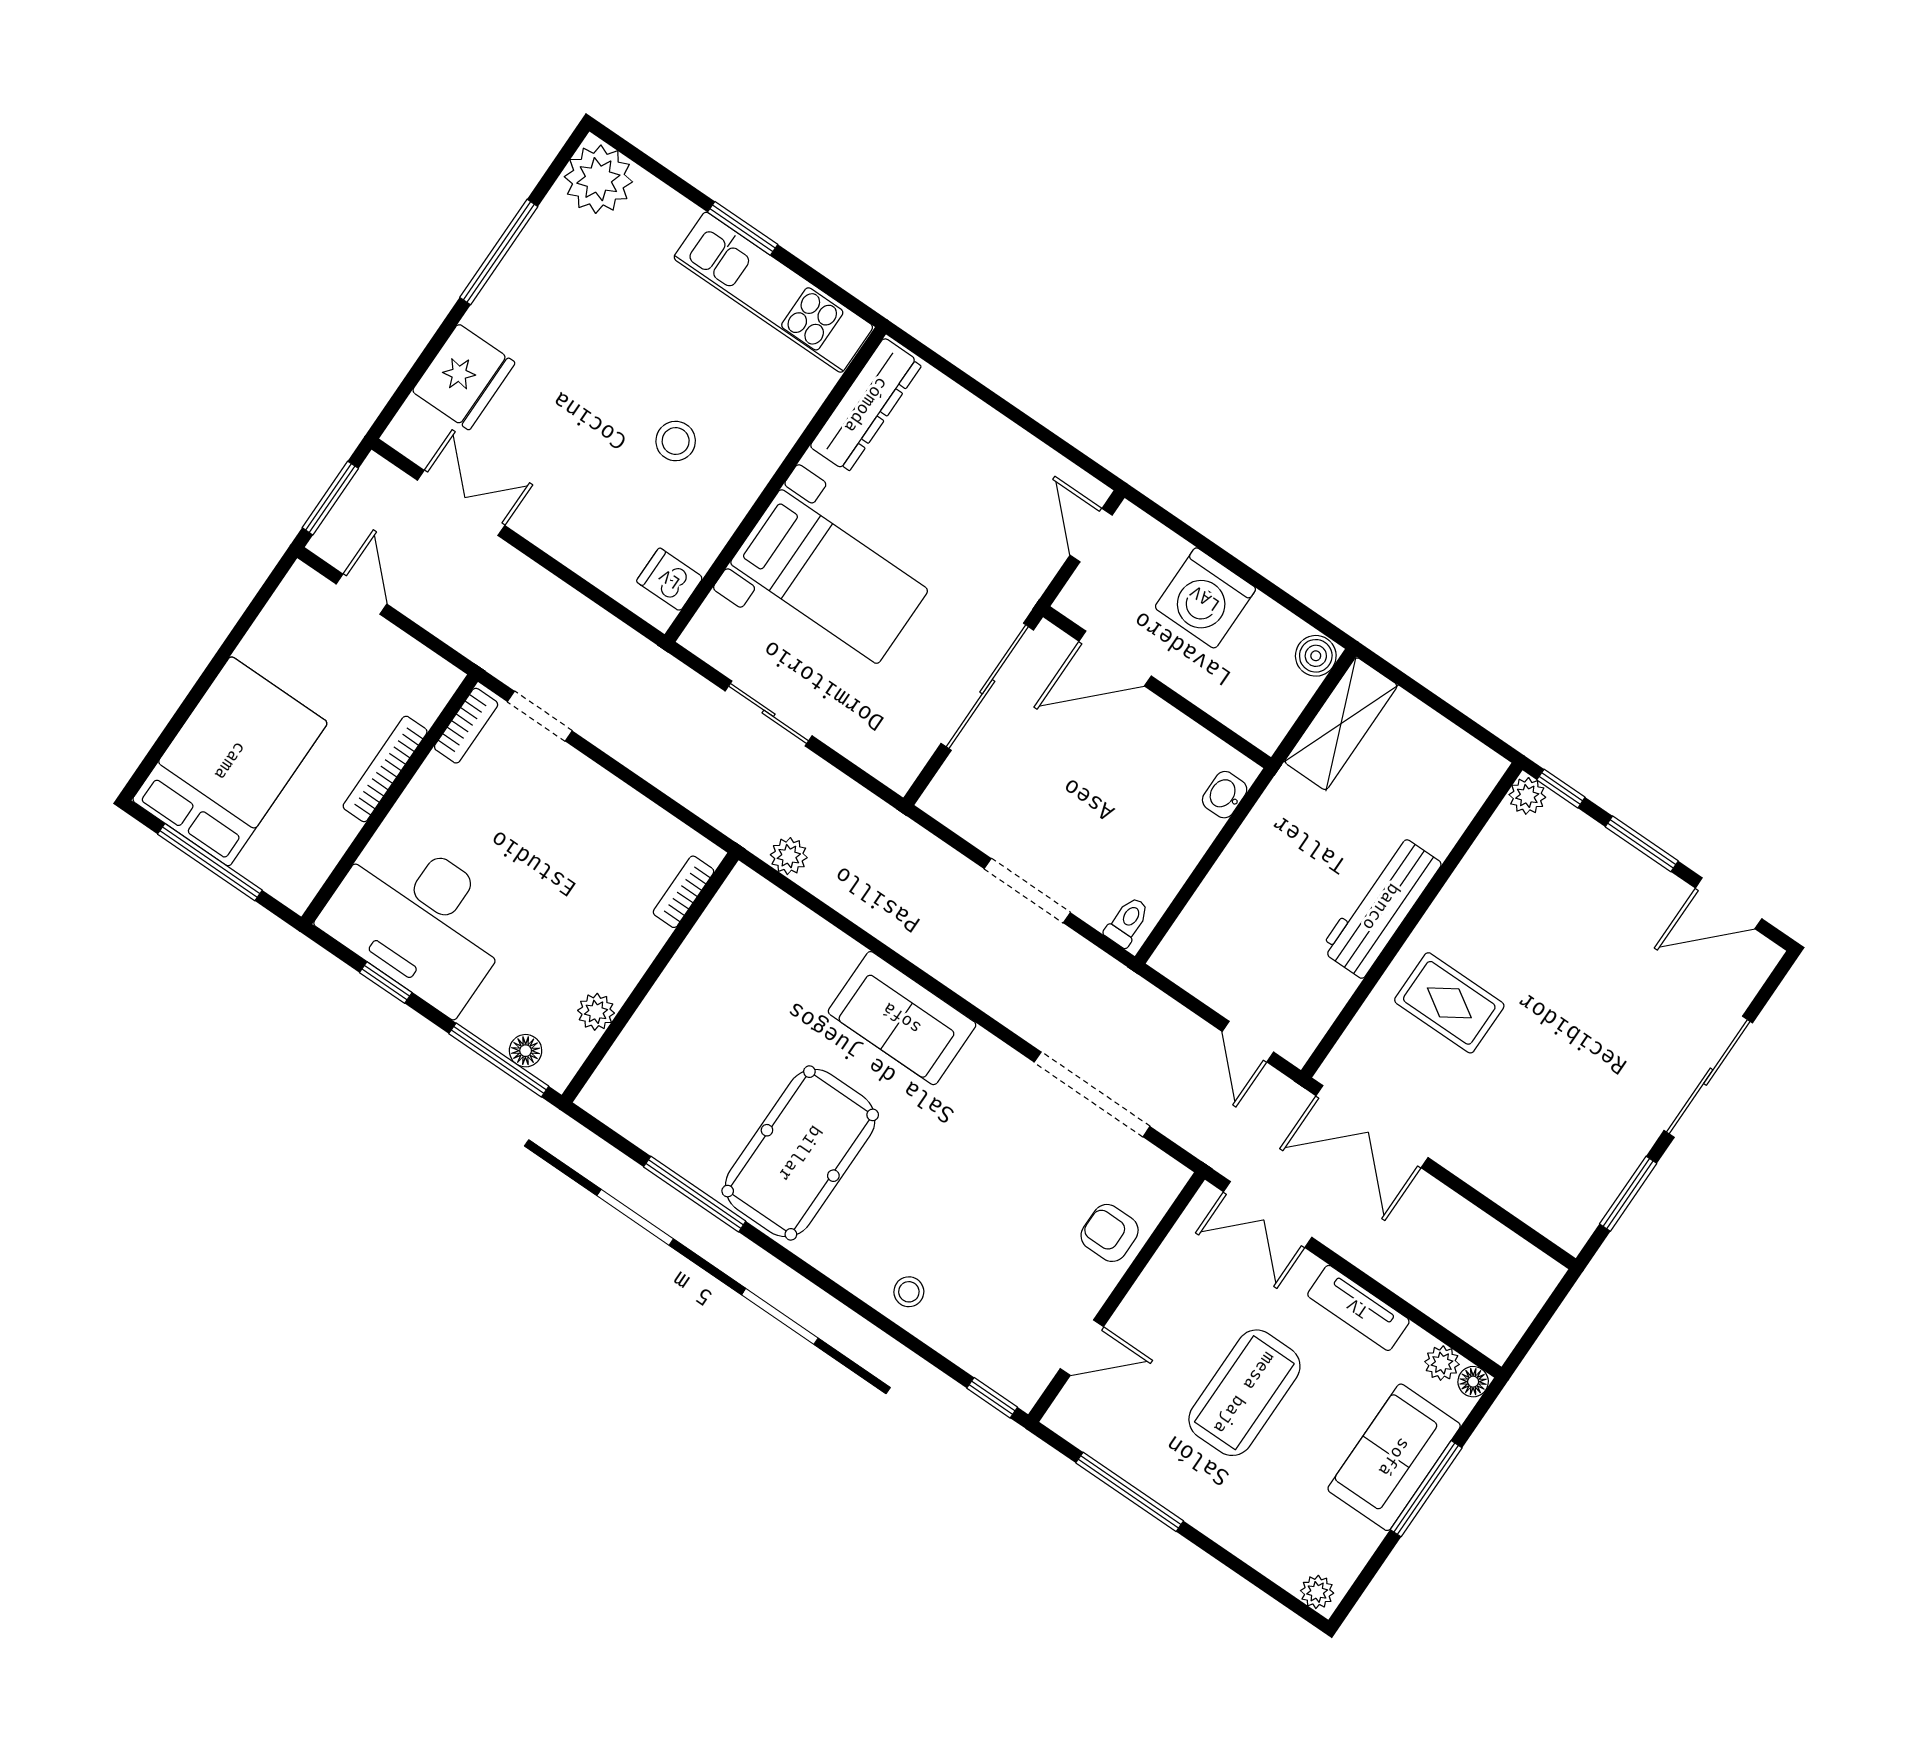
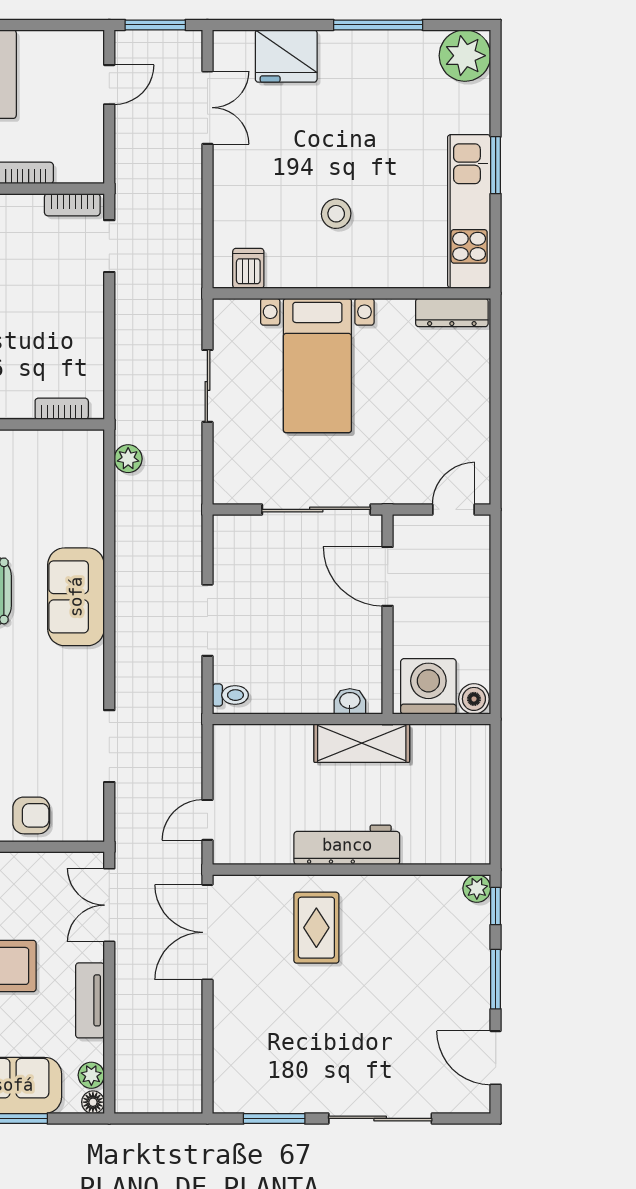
dresser: (866, 405) -> (452, 312), width x0.73, depth x0.80
washing machine: (1205, 598) -> (428, 686), moved, turned 90
shelving: (1341, 724) -> (362, 743), moved
doorway: (1092, 1094) -> (109, 746), width x0.73
armchair: (1110, 1233) -> (31, 815), turned 90

